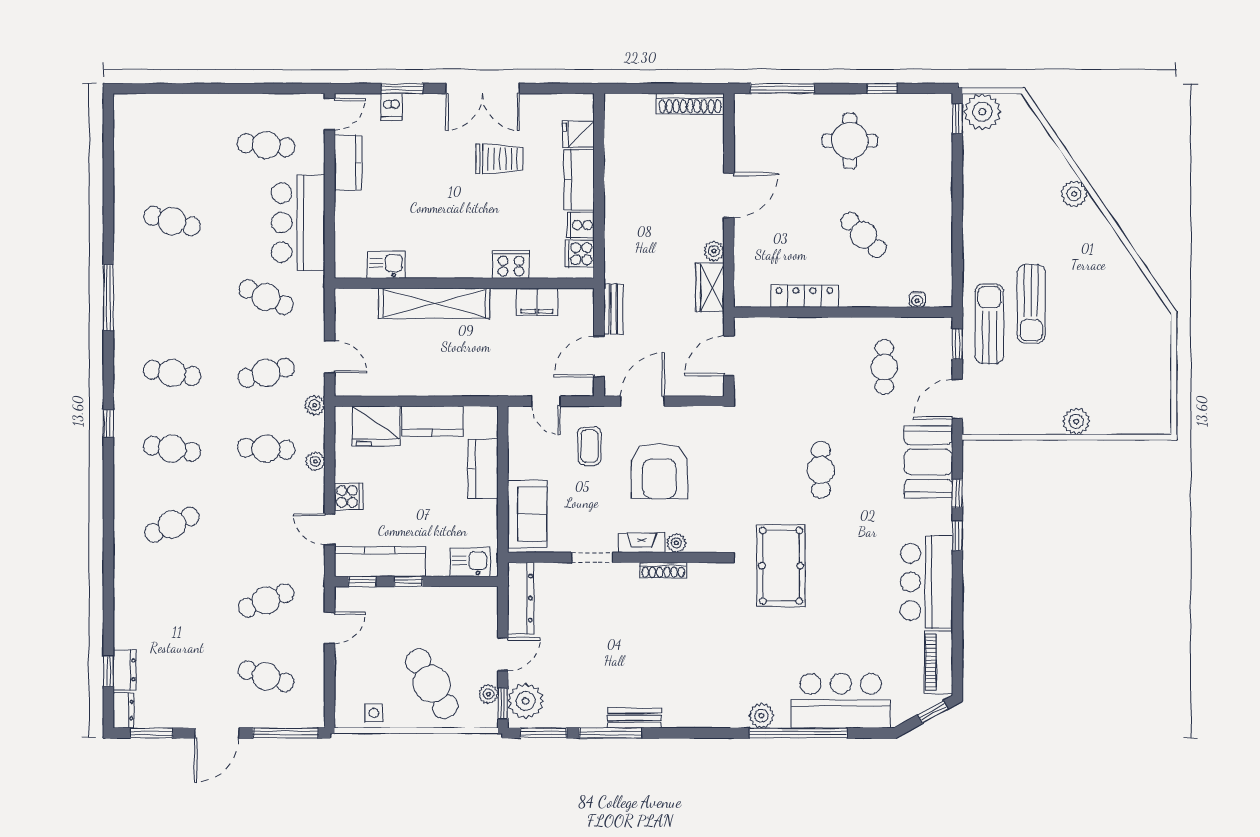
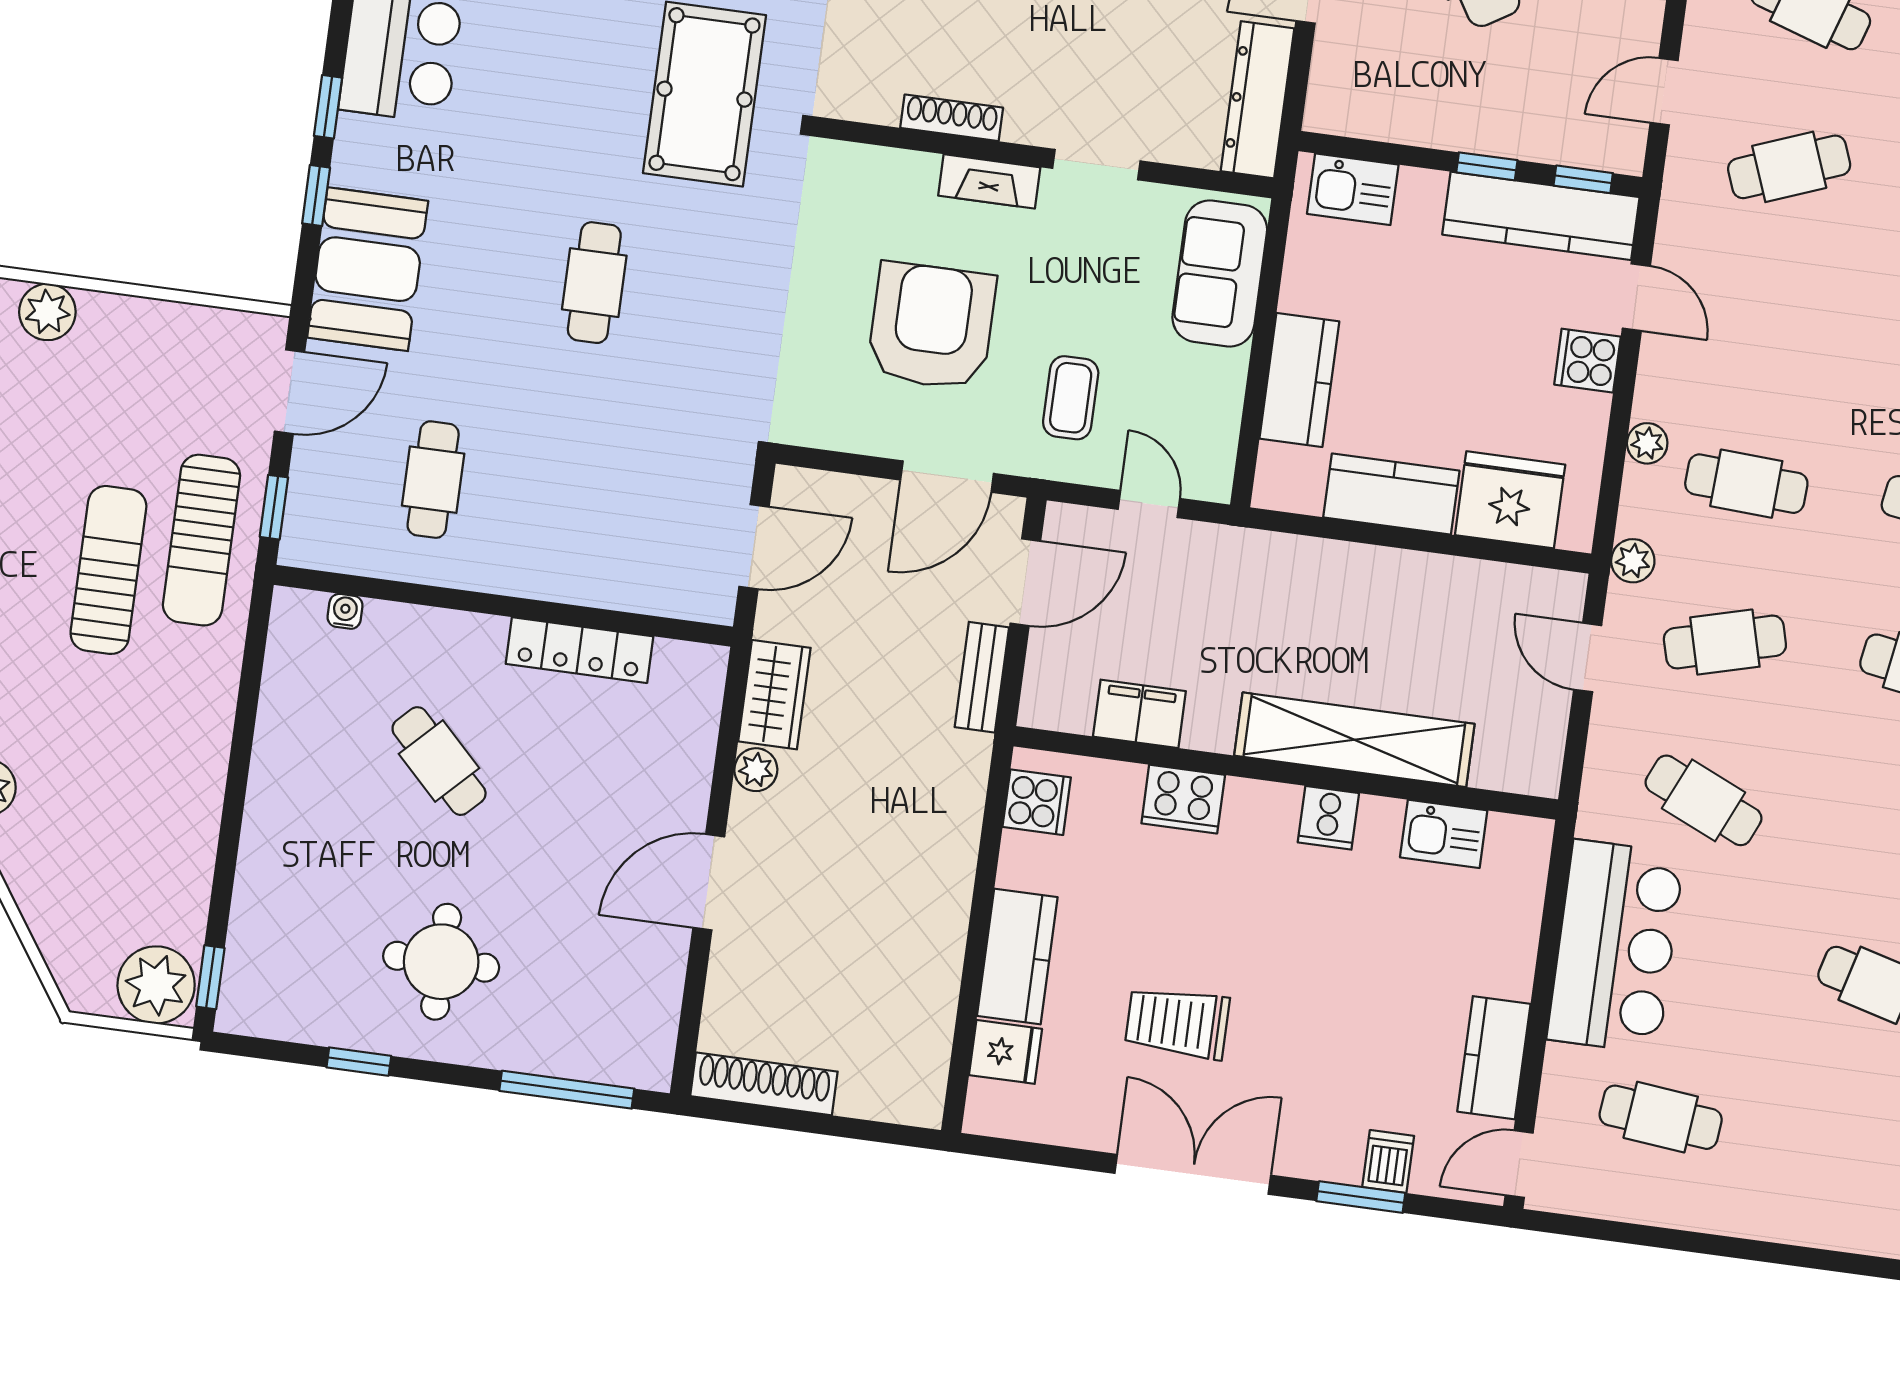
cooker: (581, 225) -> (1328, 818), moved, turned 90
plant: (676, 543) -> (917, 171), removed

